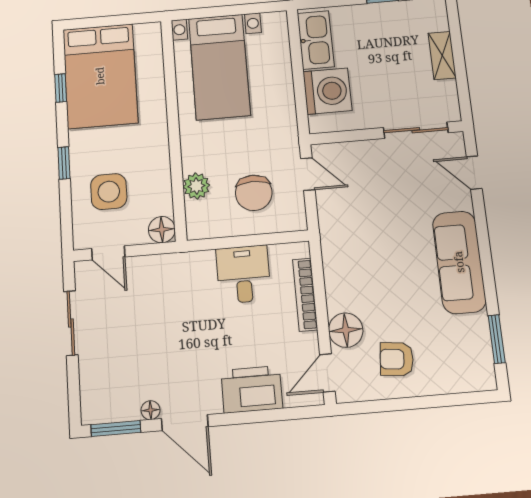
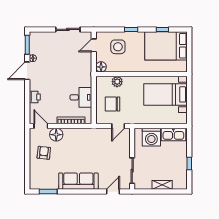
printer: (252, 389) -> (35, 97), width x0.53, depth x0.68

